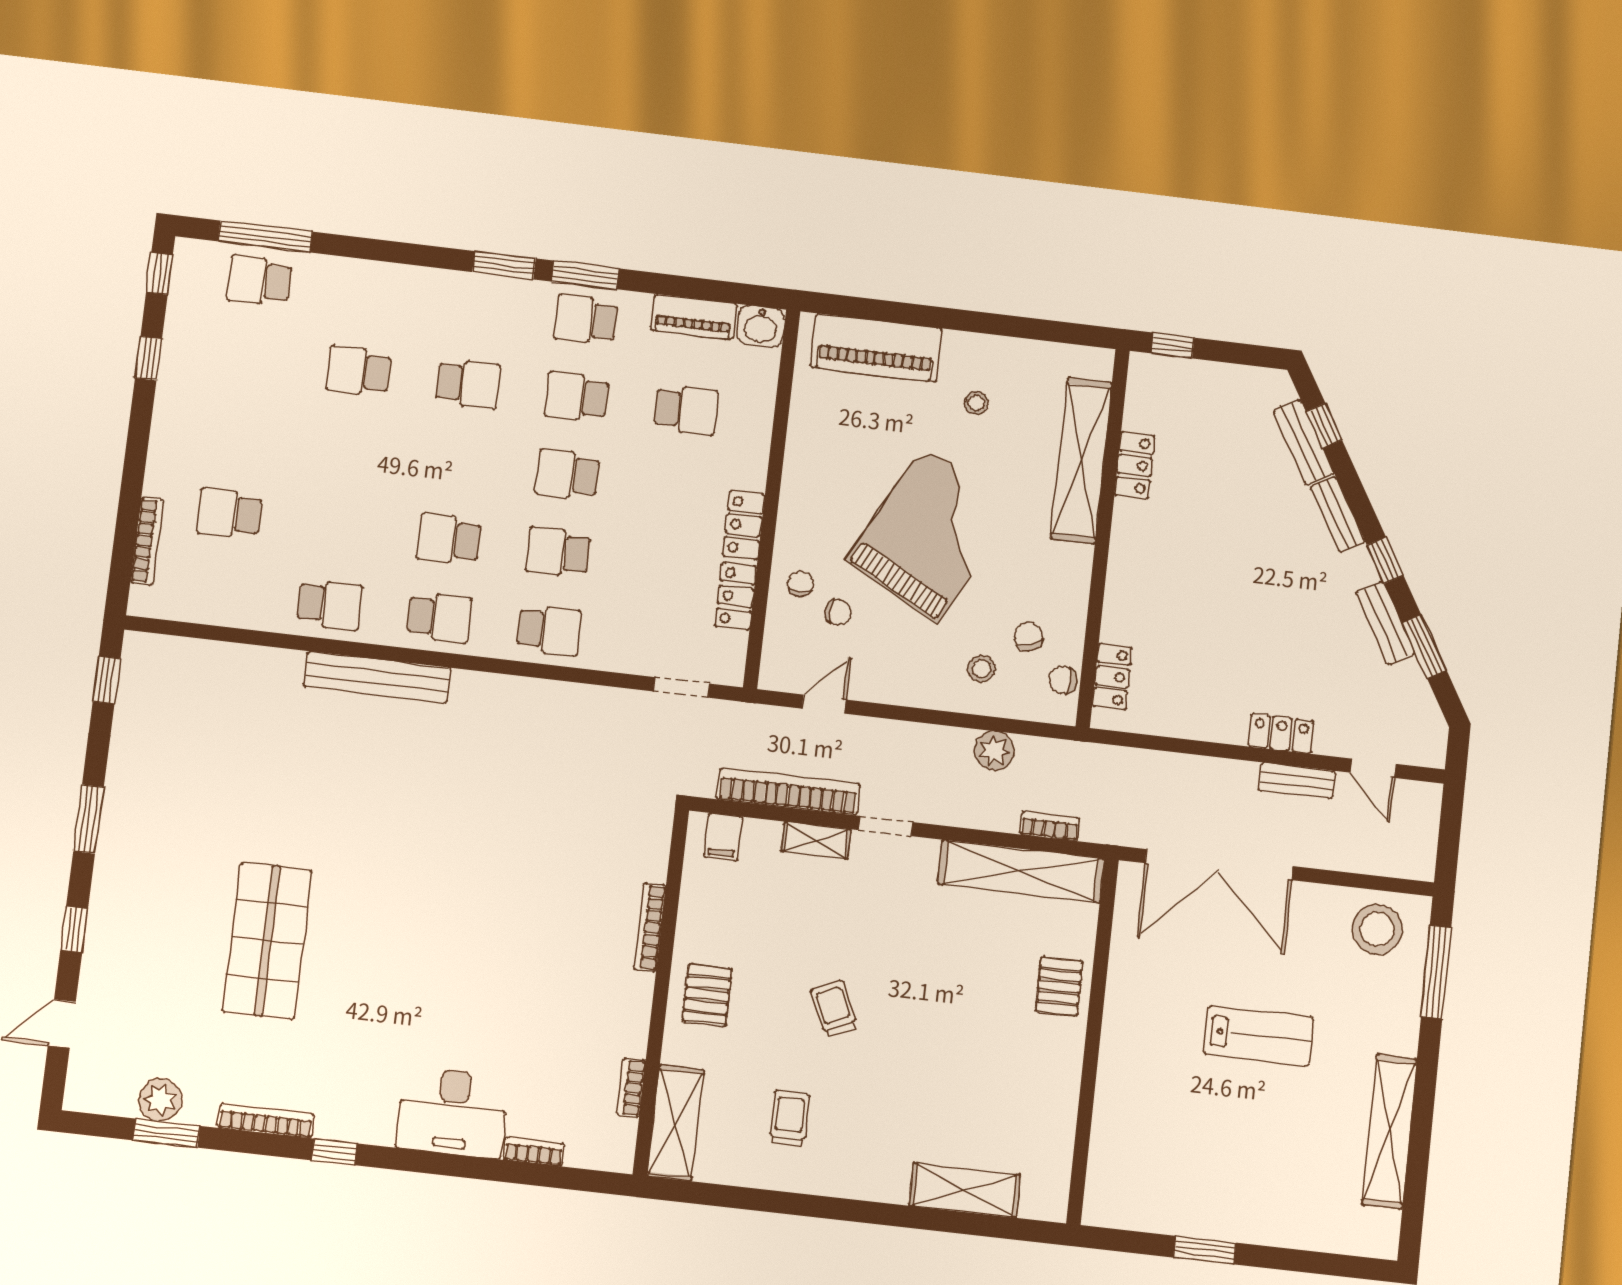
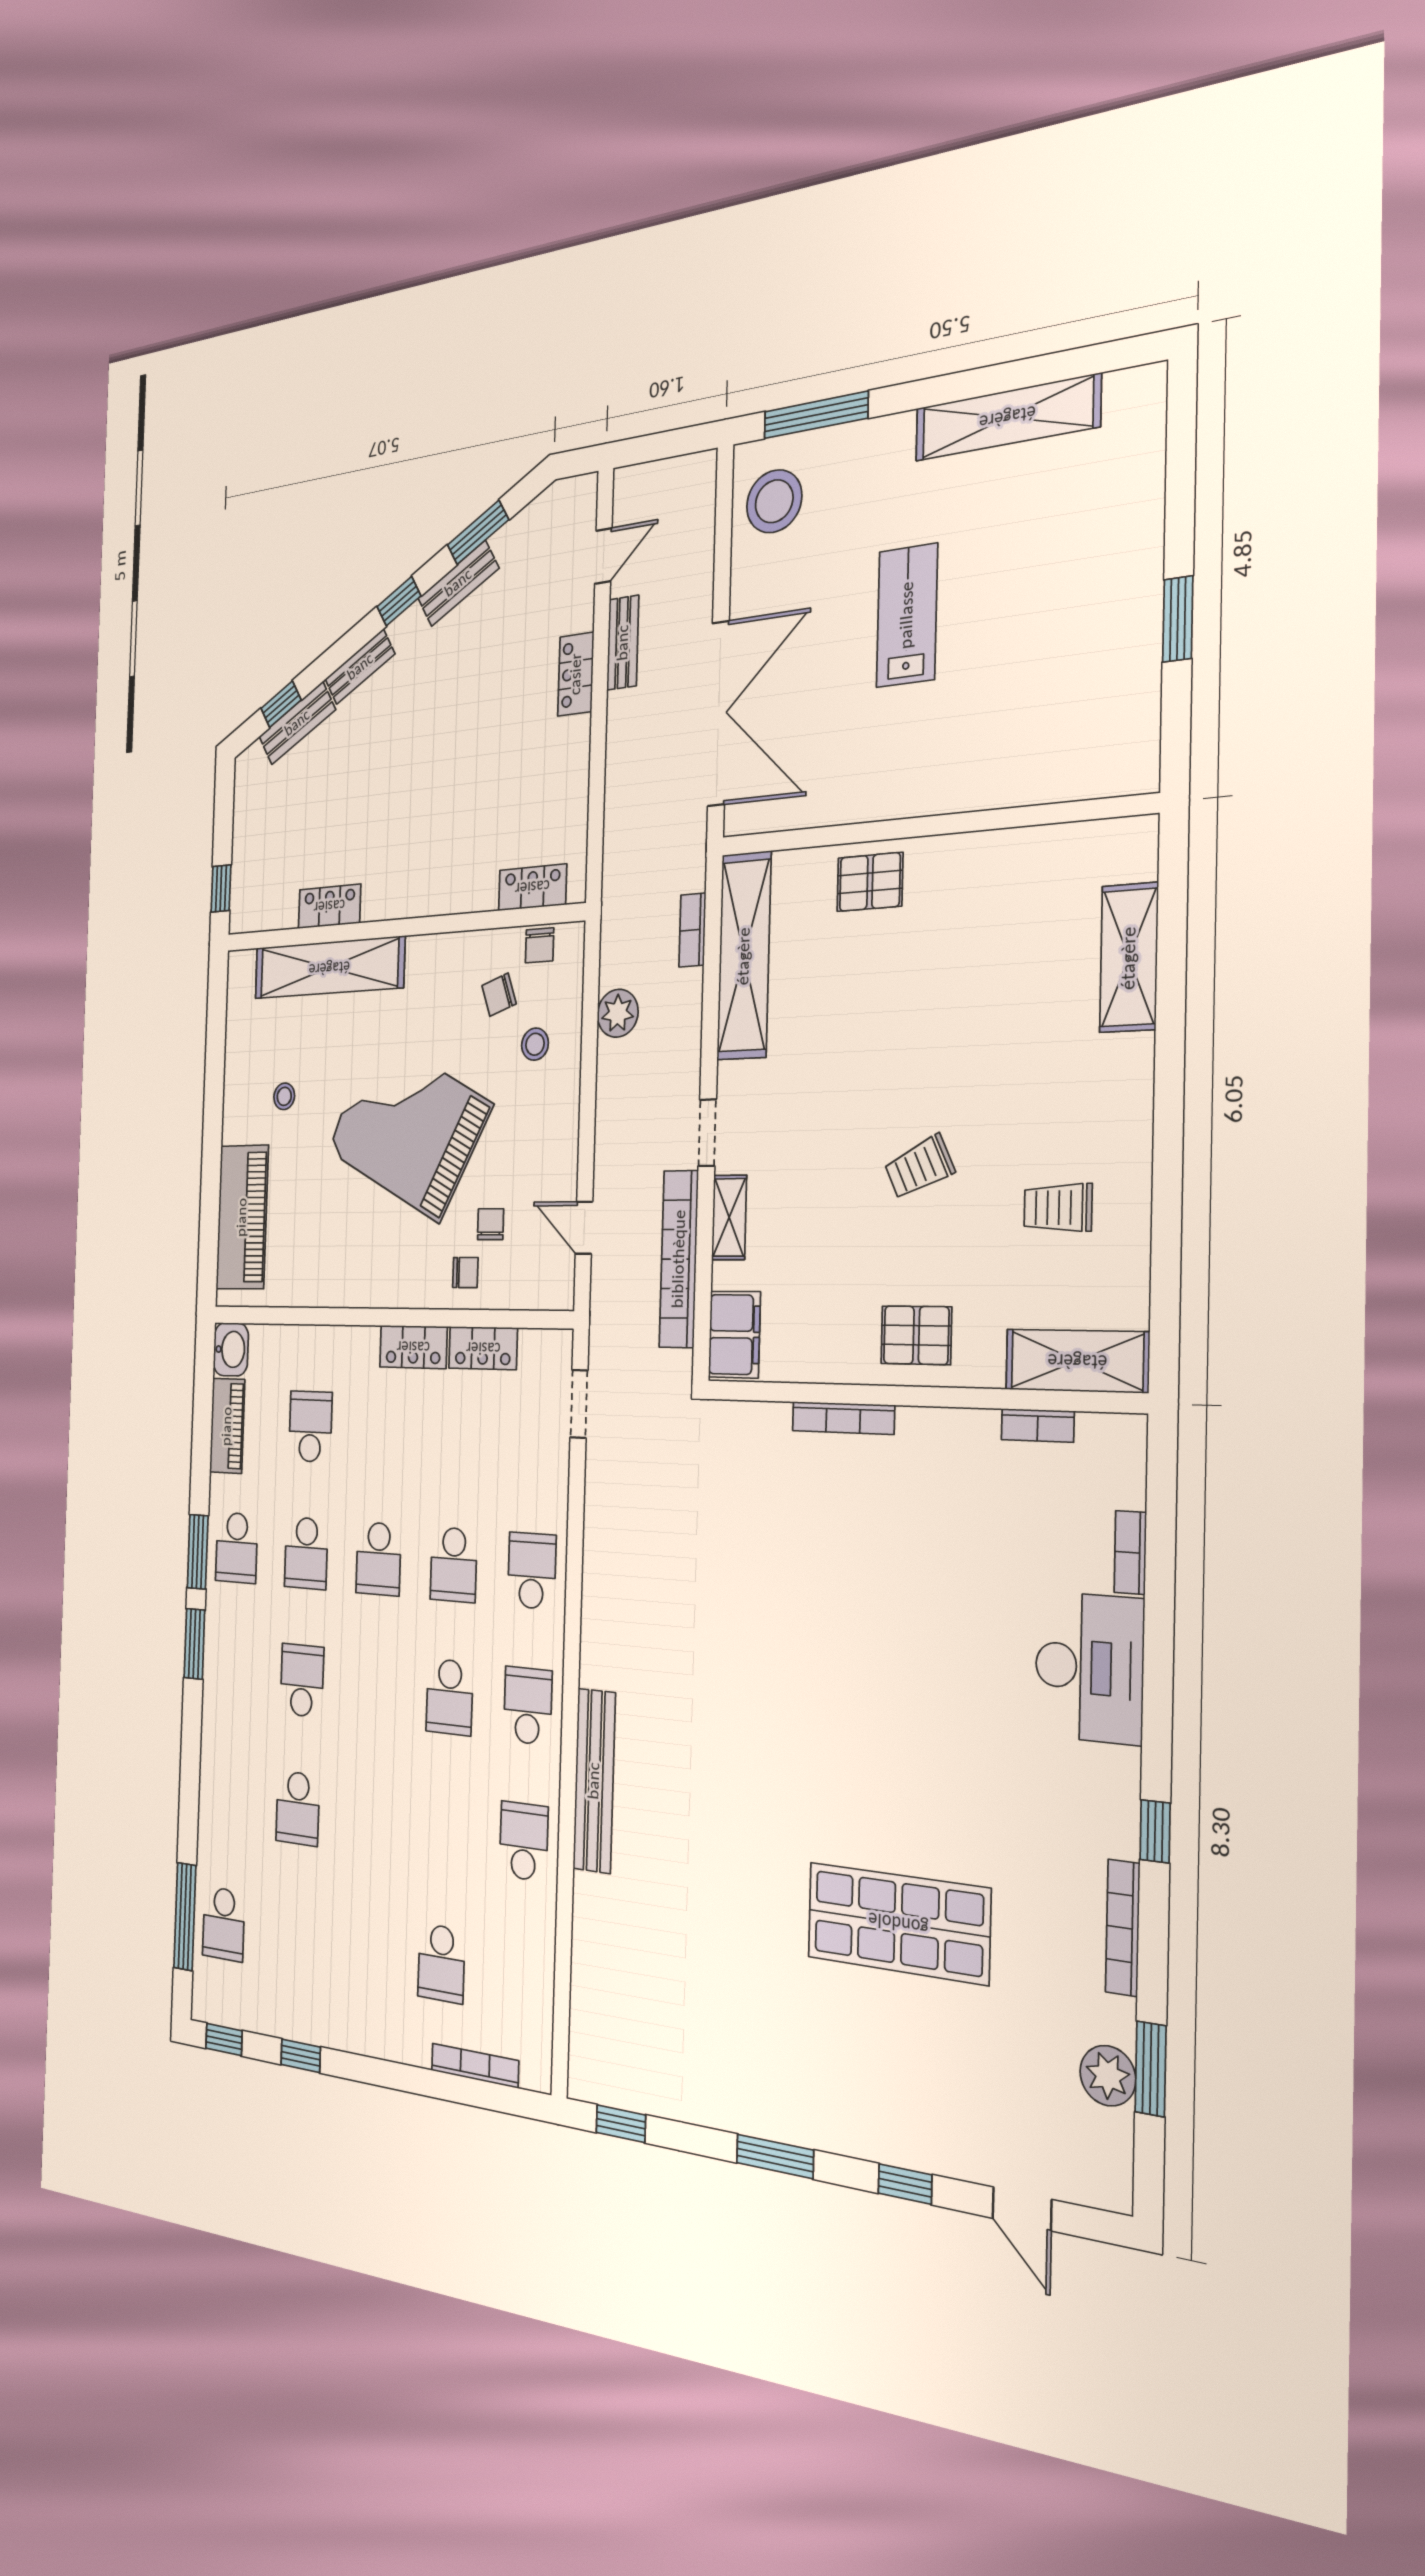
chair: (801, 584) -> (465, 1273), turned 180
filing cabinet: (723, 837) -> (734, 1335), width x2.00

